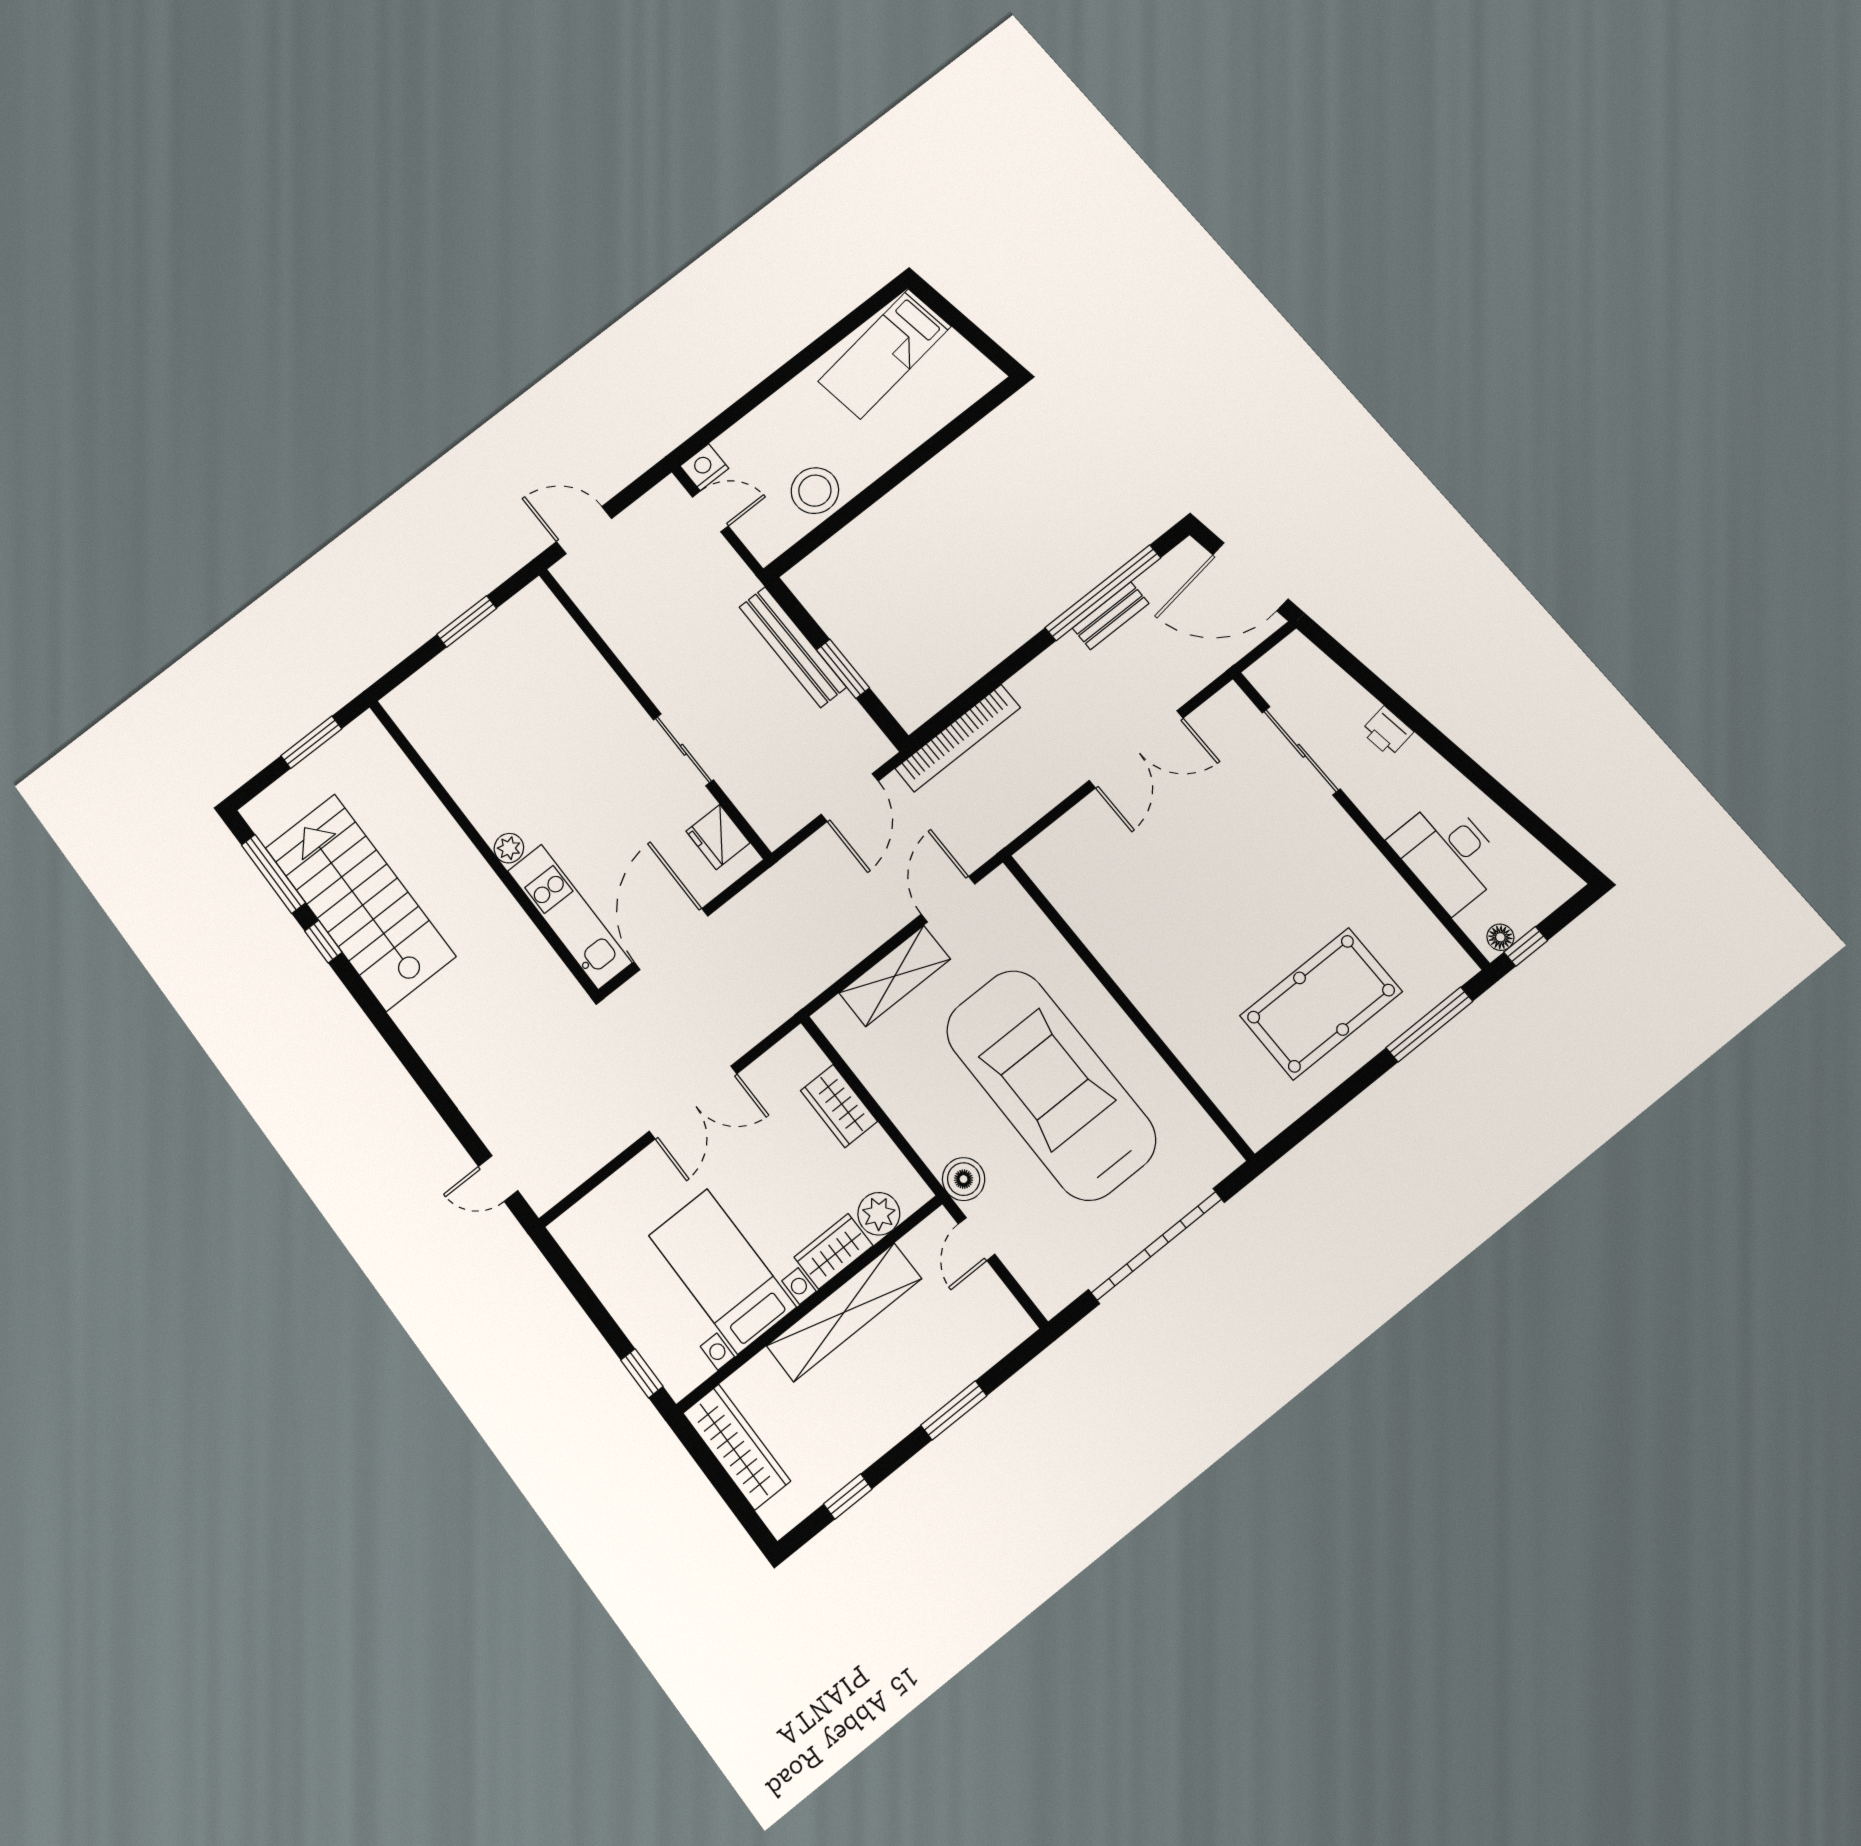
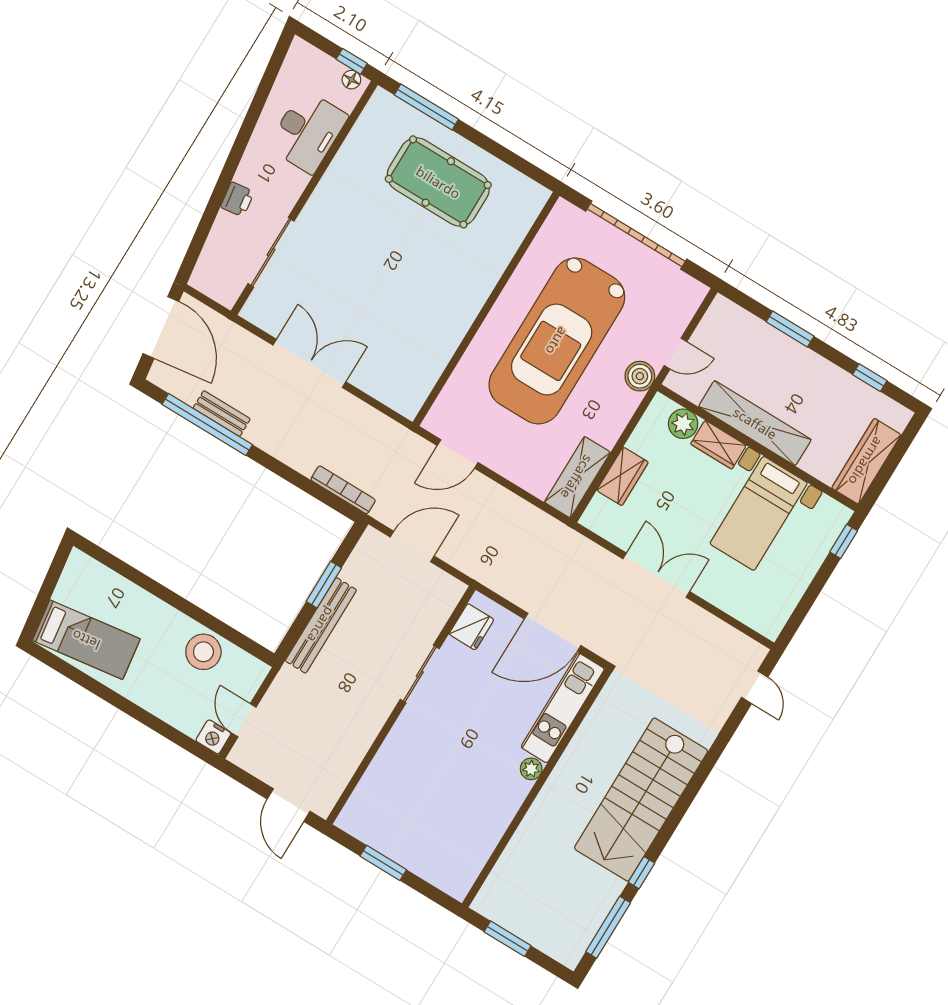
bookcase: (958, 738) -> (343, 490), width x0.68, depth x0.76
stairs: (360, 902) -> (641, 799), moved
shelving: (895, 976) -> (577, 477), moved, turned 90

